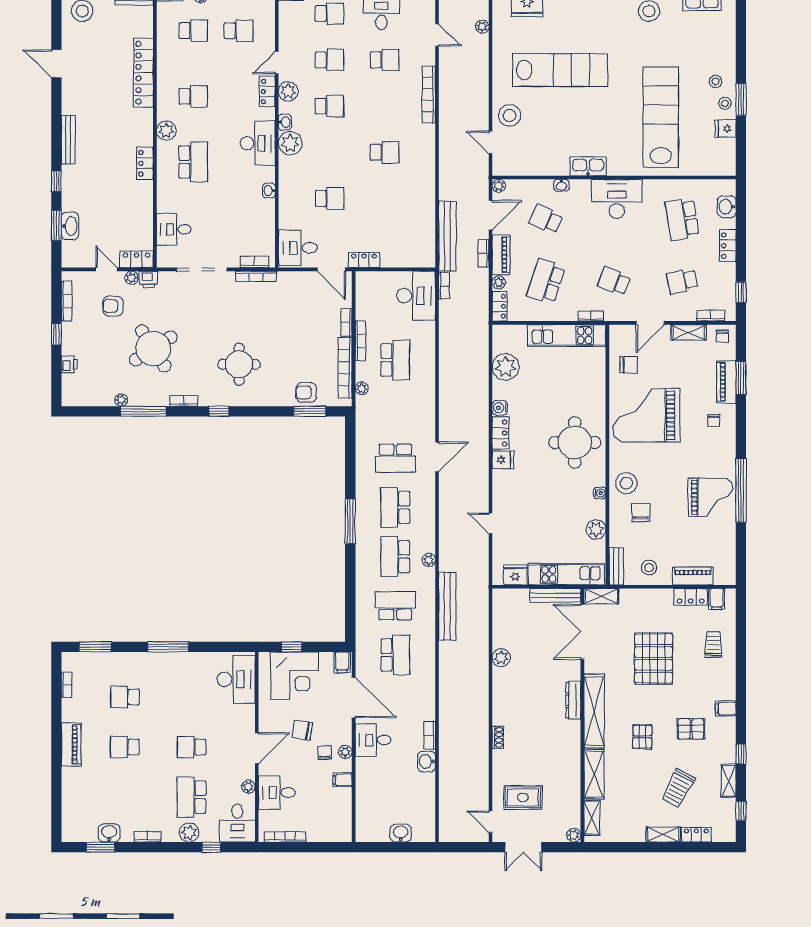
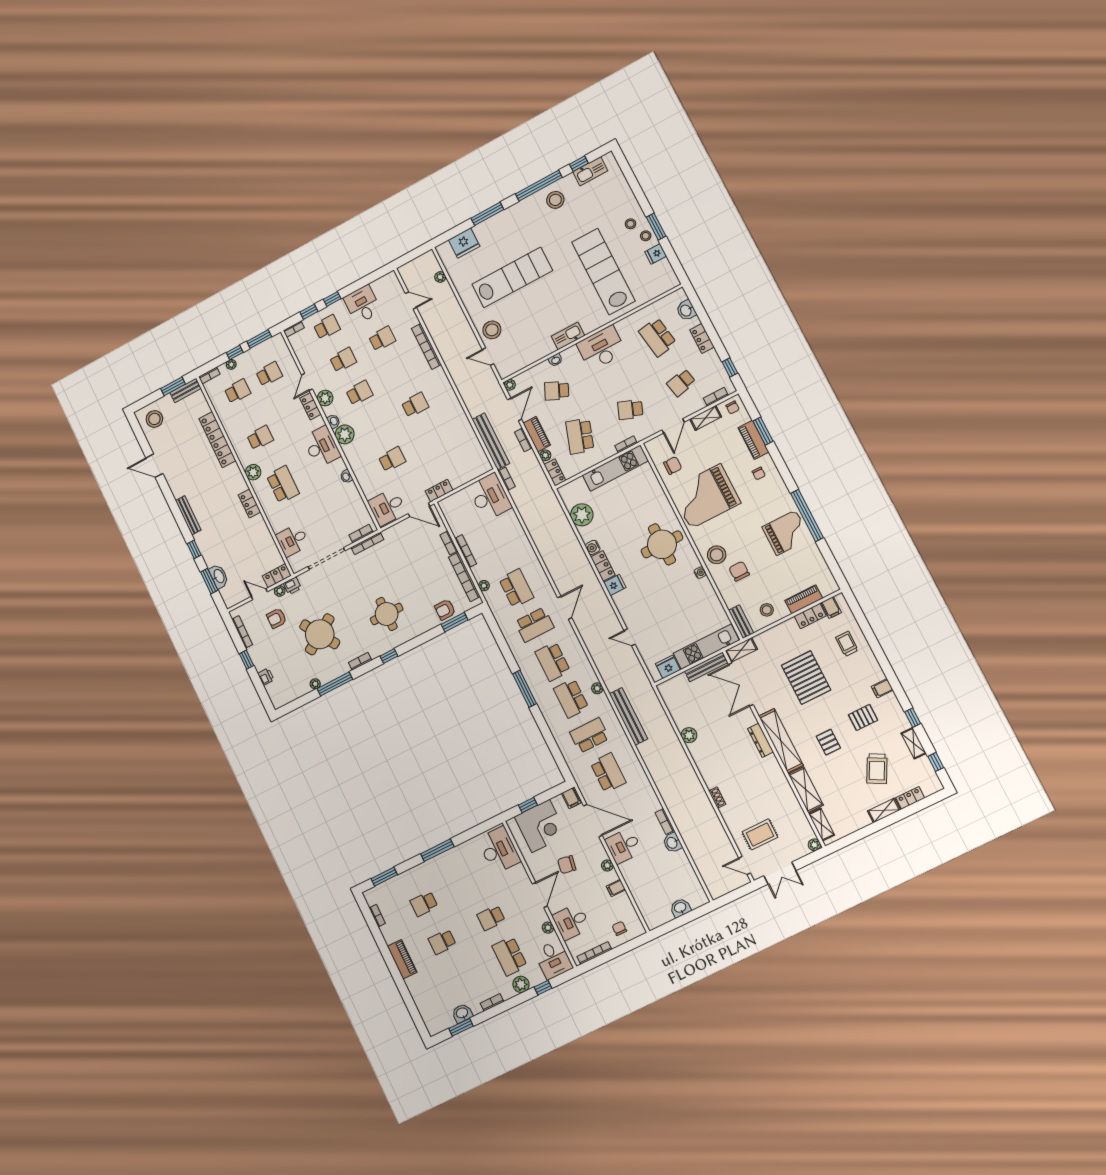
school desk: (395, 360) -> (516, 588), moved
plant: (596, 529) -> (711, 601), removed
chair: (325, 753) -> (619, 928), moved

